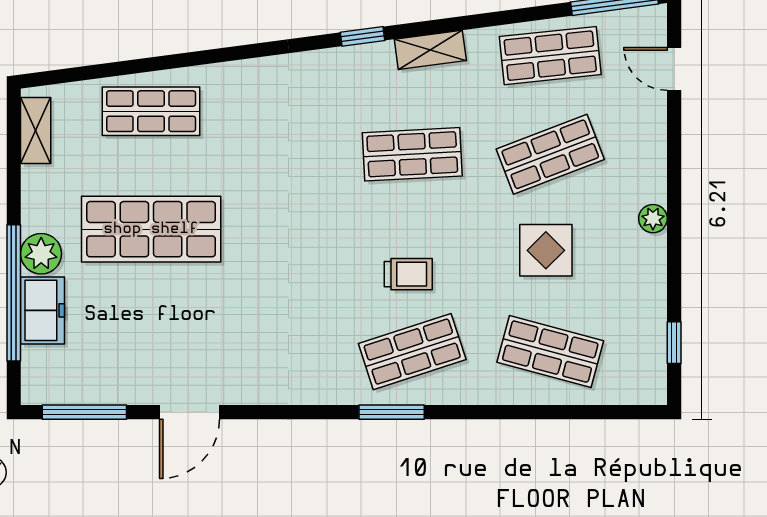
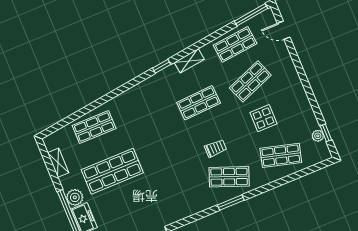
shelving: (36, 131) -> (58, 163), moved
plant: (653, 219) -> (318, 136), moved
shop shelf: (412, 352) -> (229, 177), turned 39

